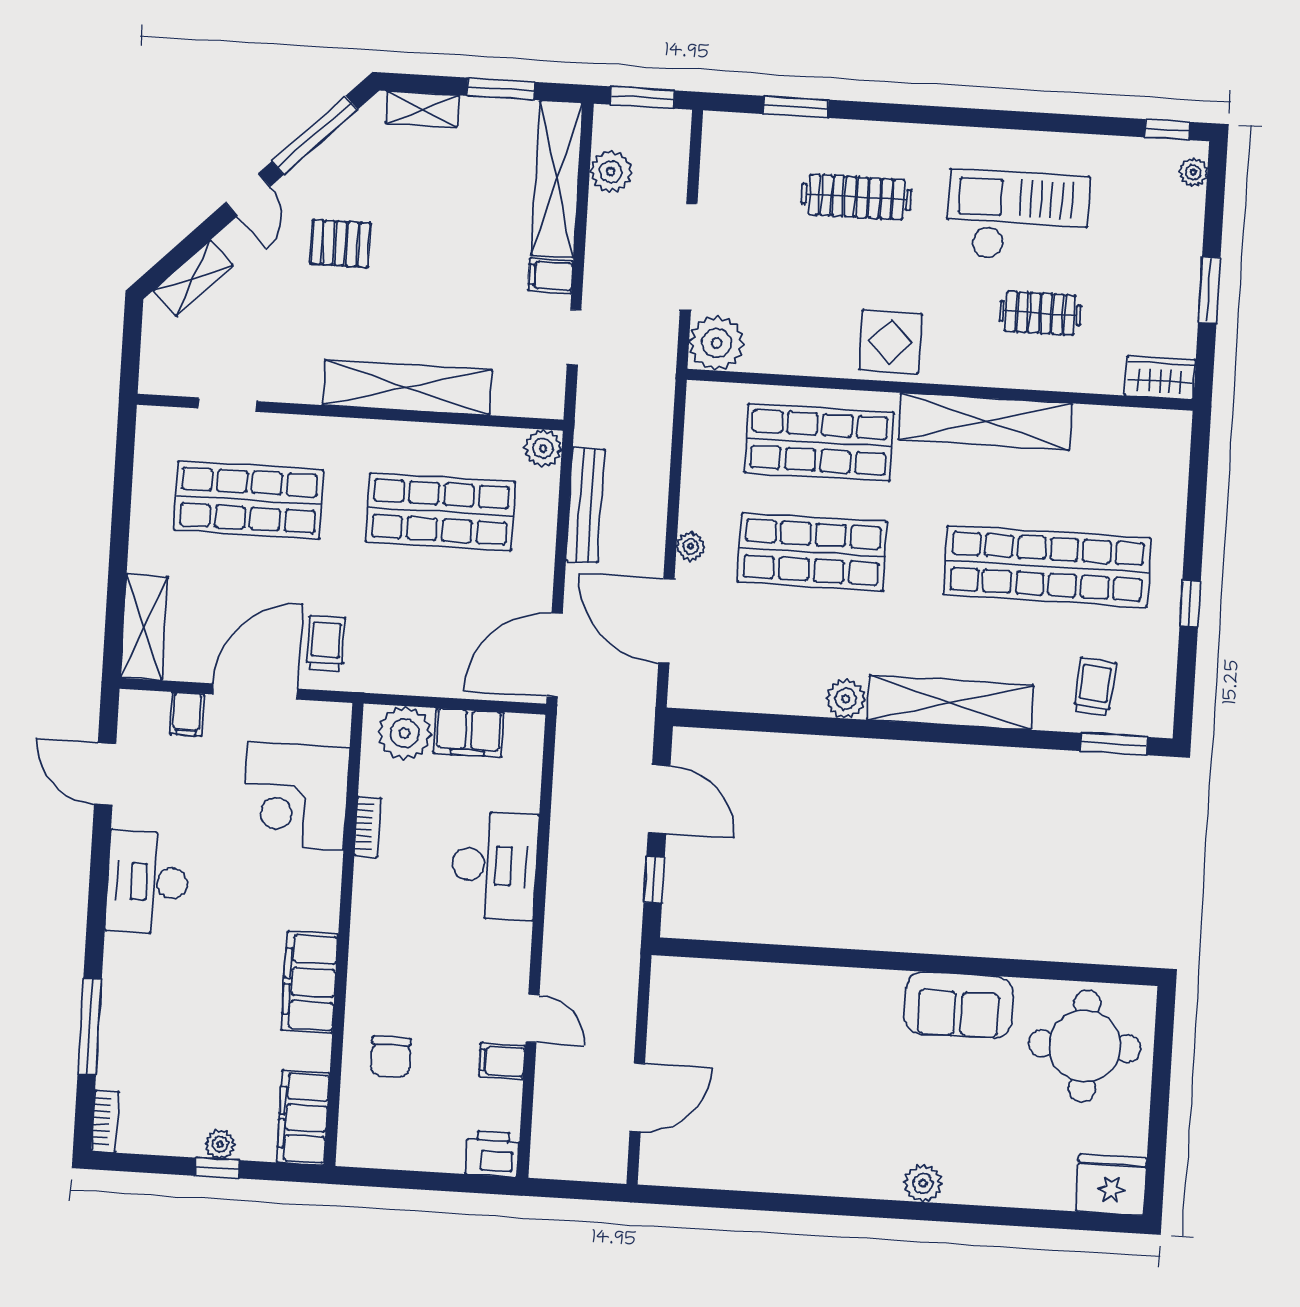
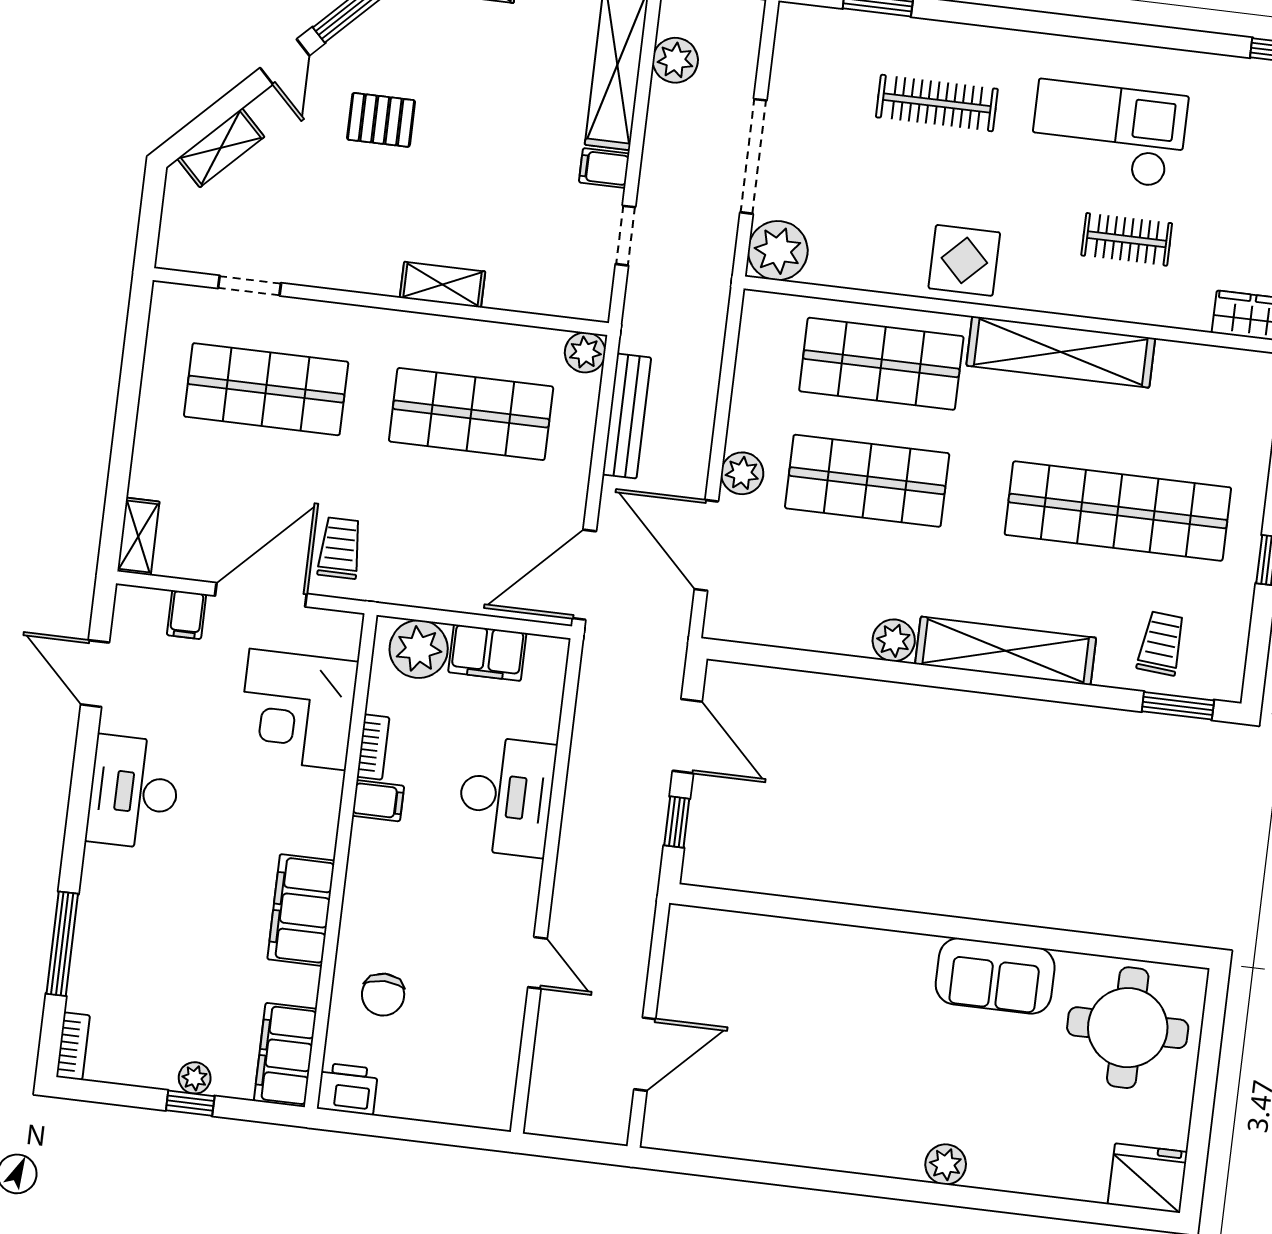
shelving: (407, 387) -> (443, 285), width x0.45, depth x0.75
plant: (691, 546) -> (742, 473), width x1.38, depth x1.38
shelving: (144, 627) -> (138, 536), width x0.67, depth x0.75
filing cabinet: (502, 1061) -> (378, 801), moved, turned 180
printer: (492, 1154) -> (347, 1089), moved

